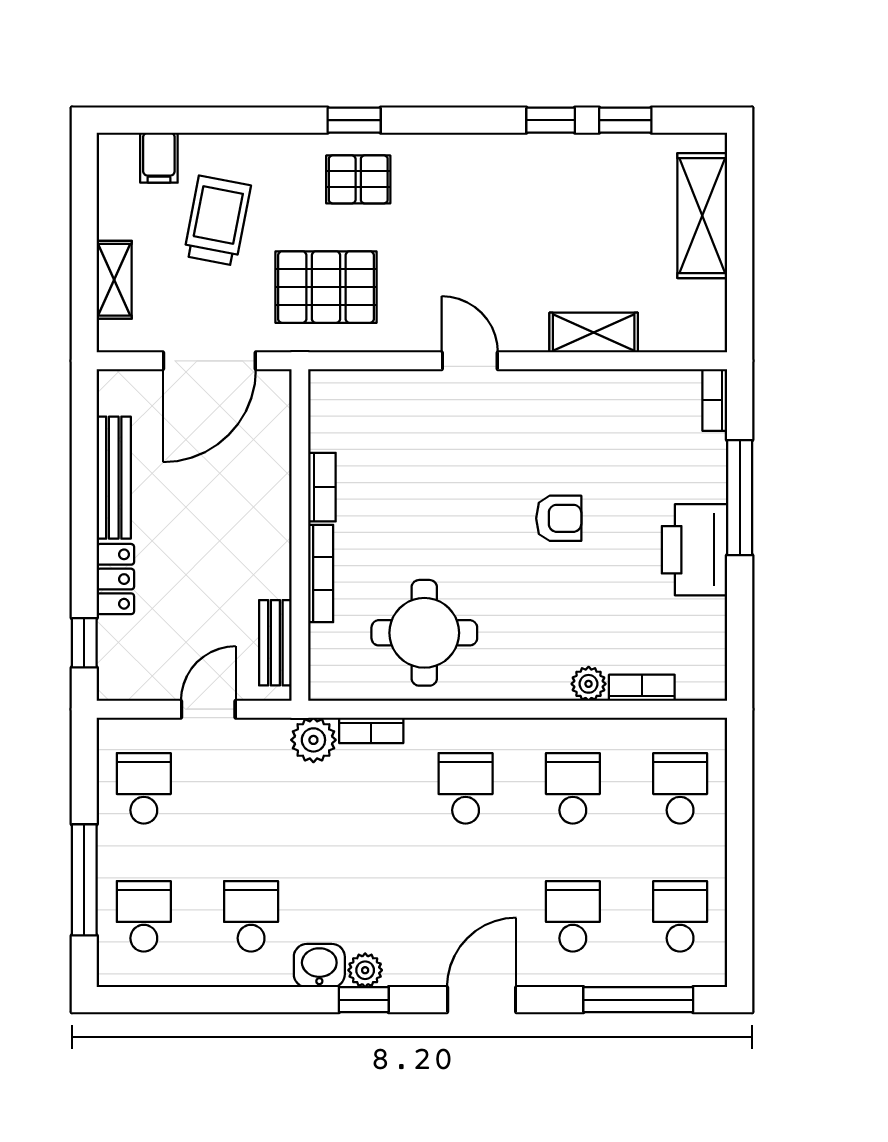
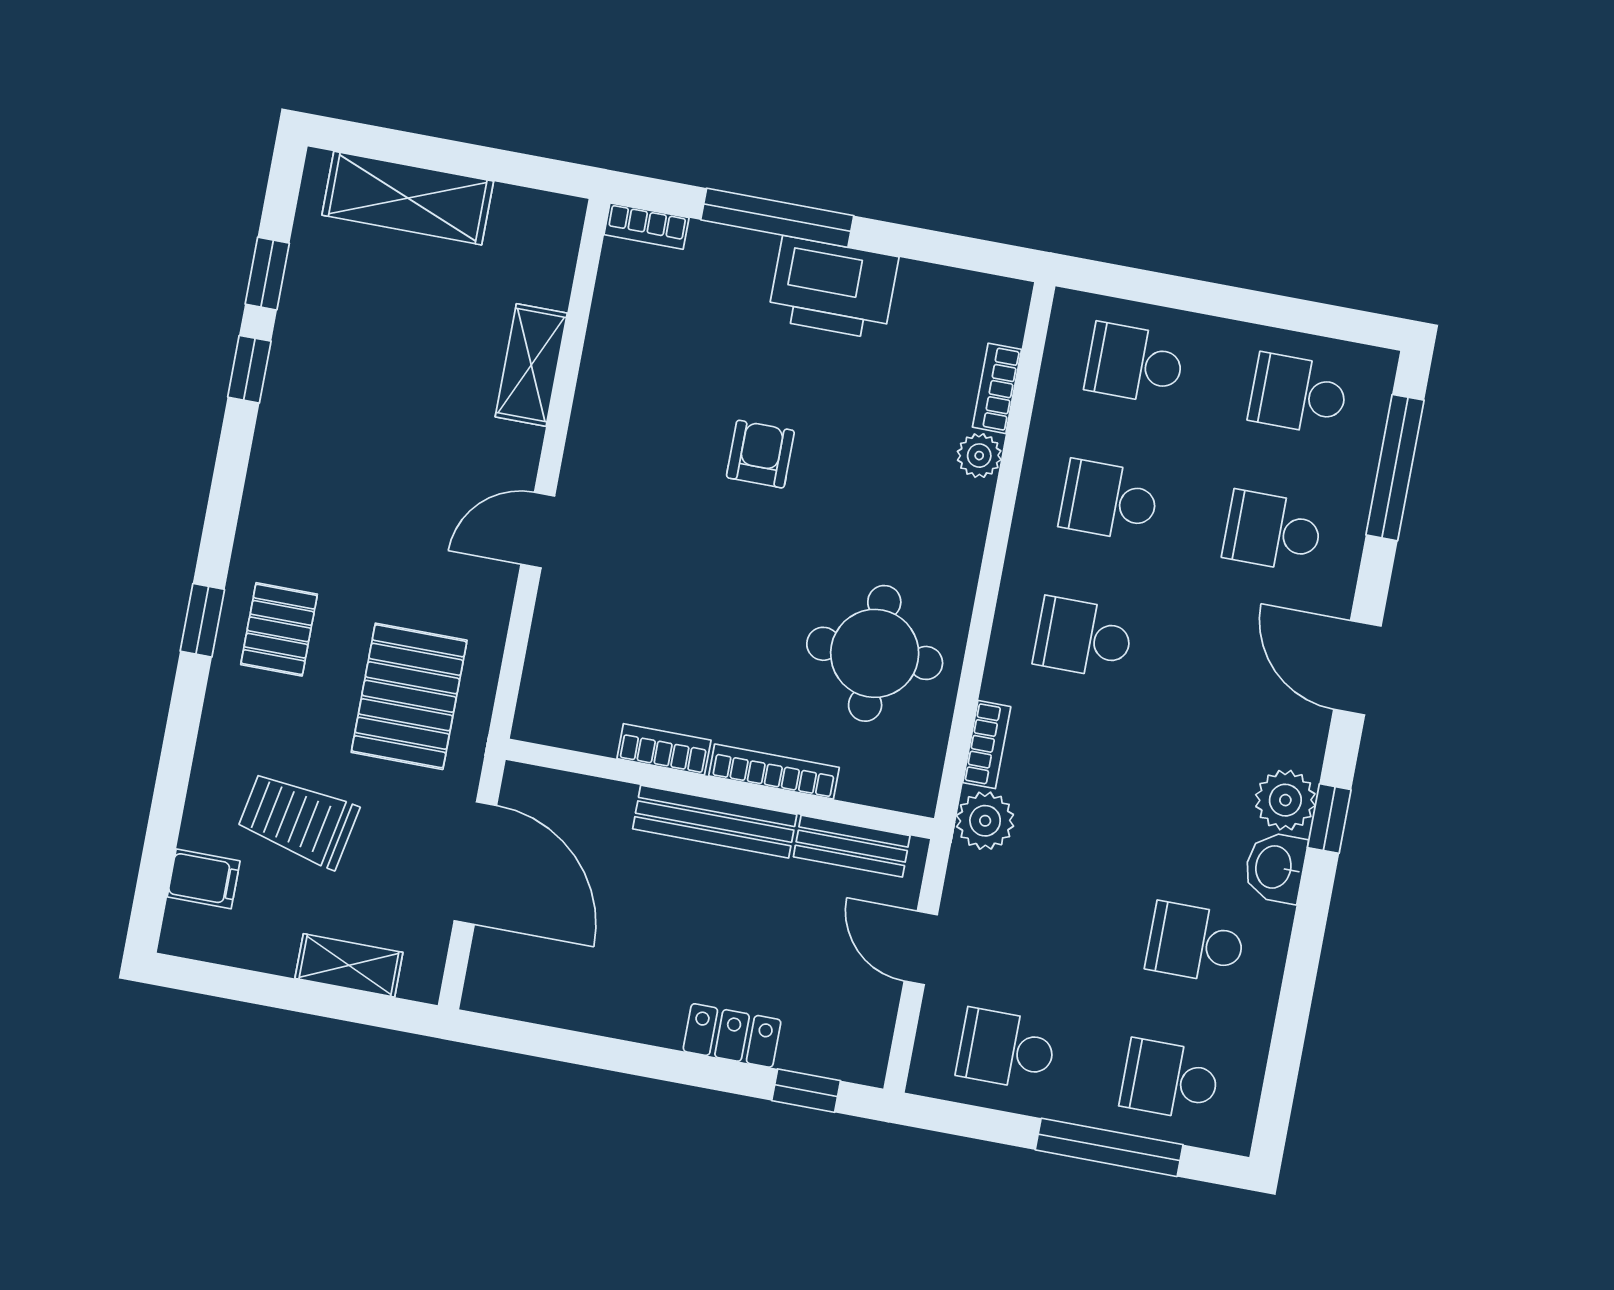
bench: (114, 478) -> (715, 822), moved
plant: (365, 970) -> (1285, 800), width x1.38, depth x1.38

